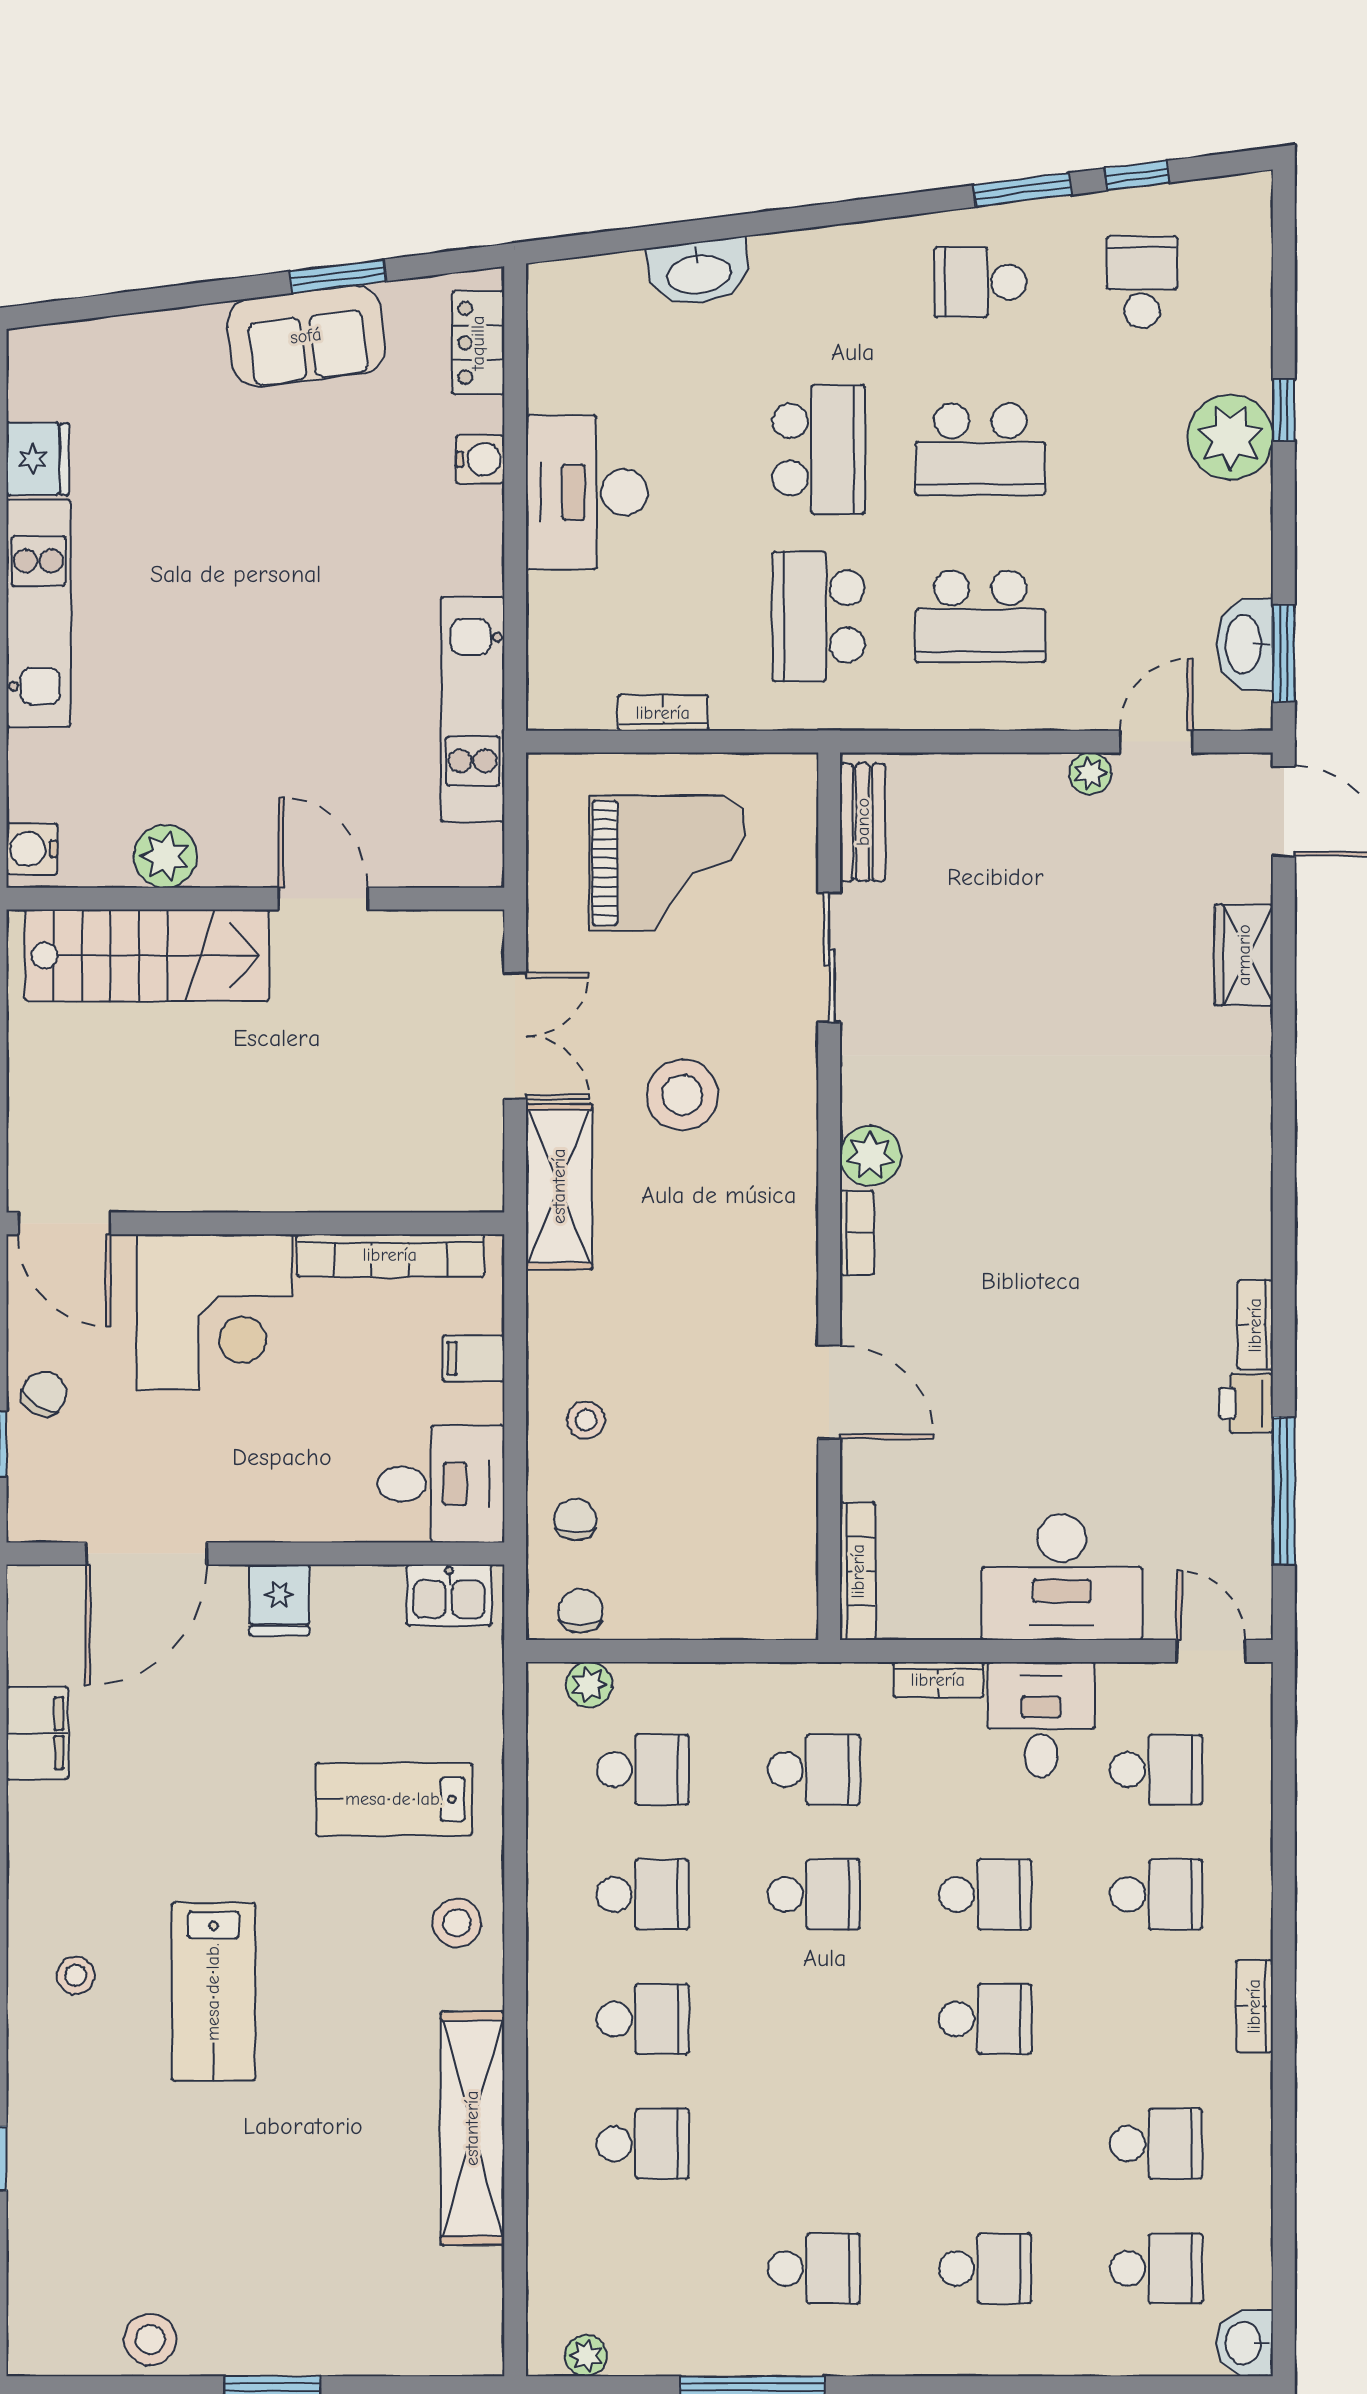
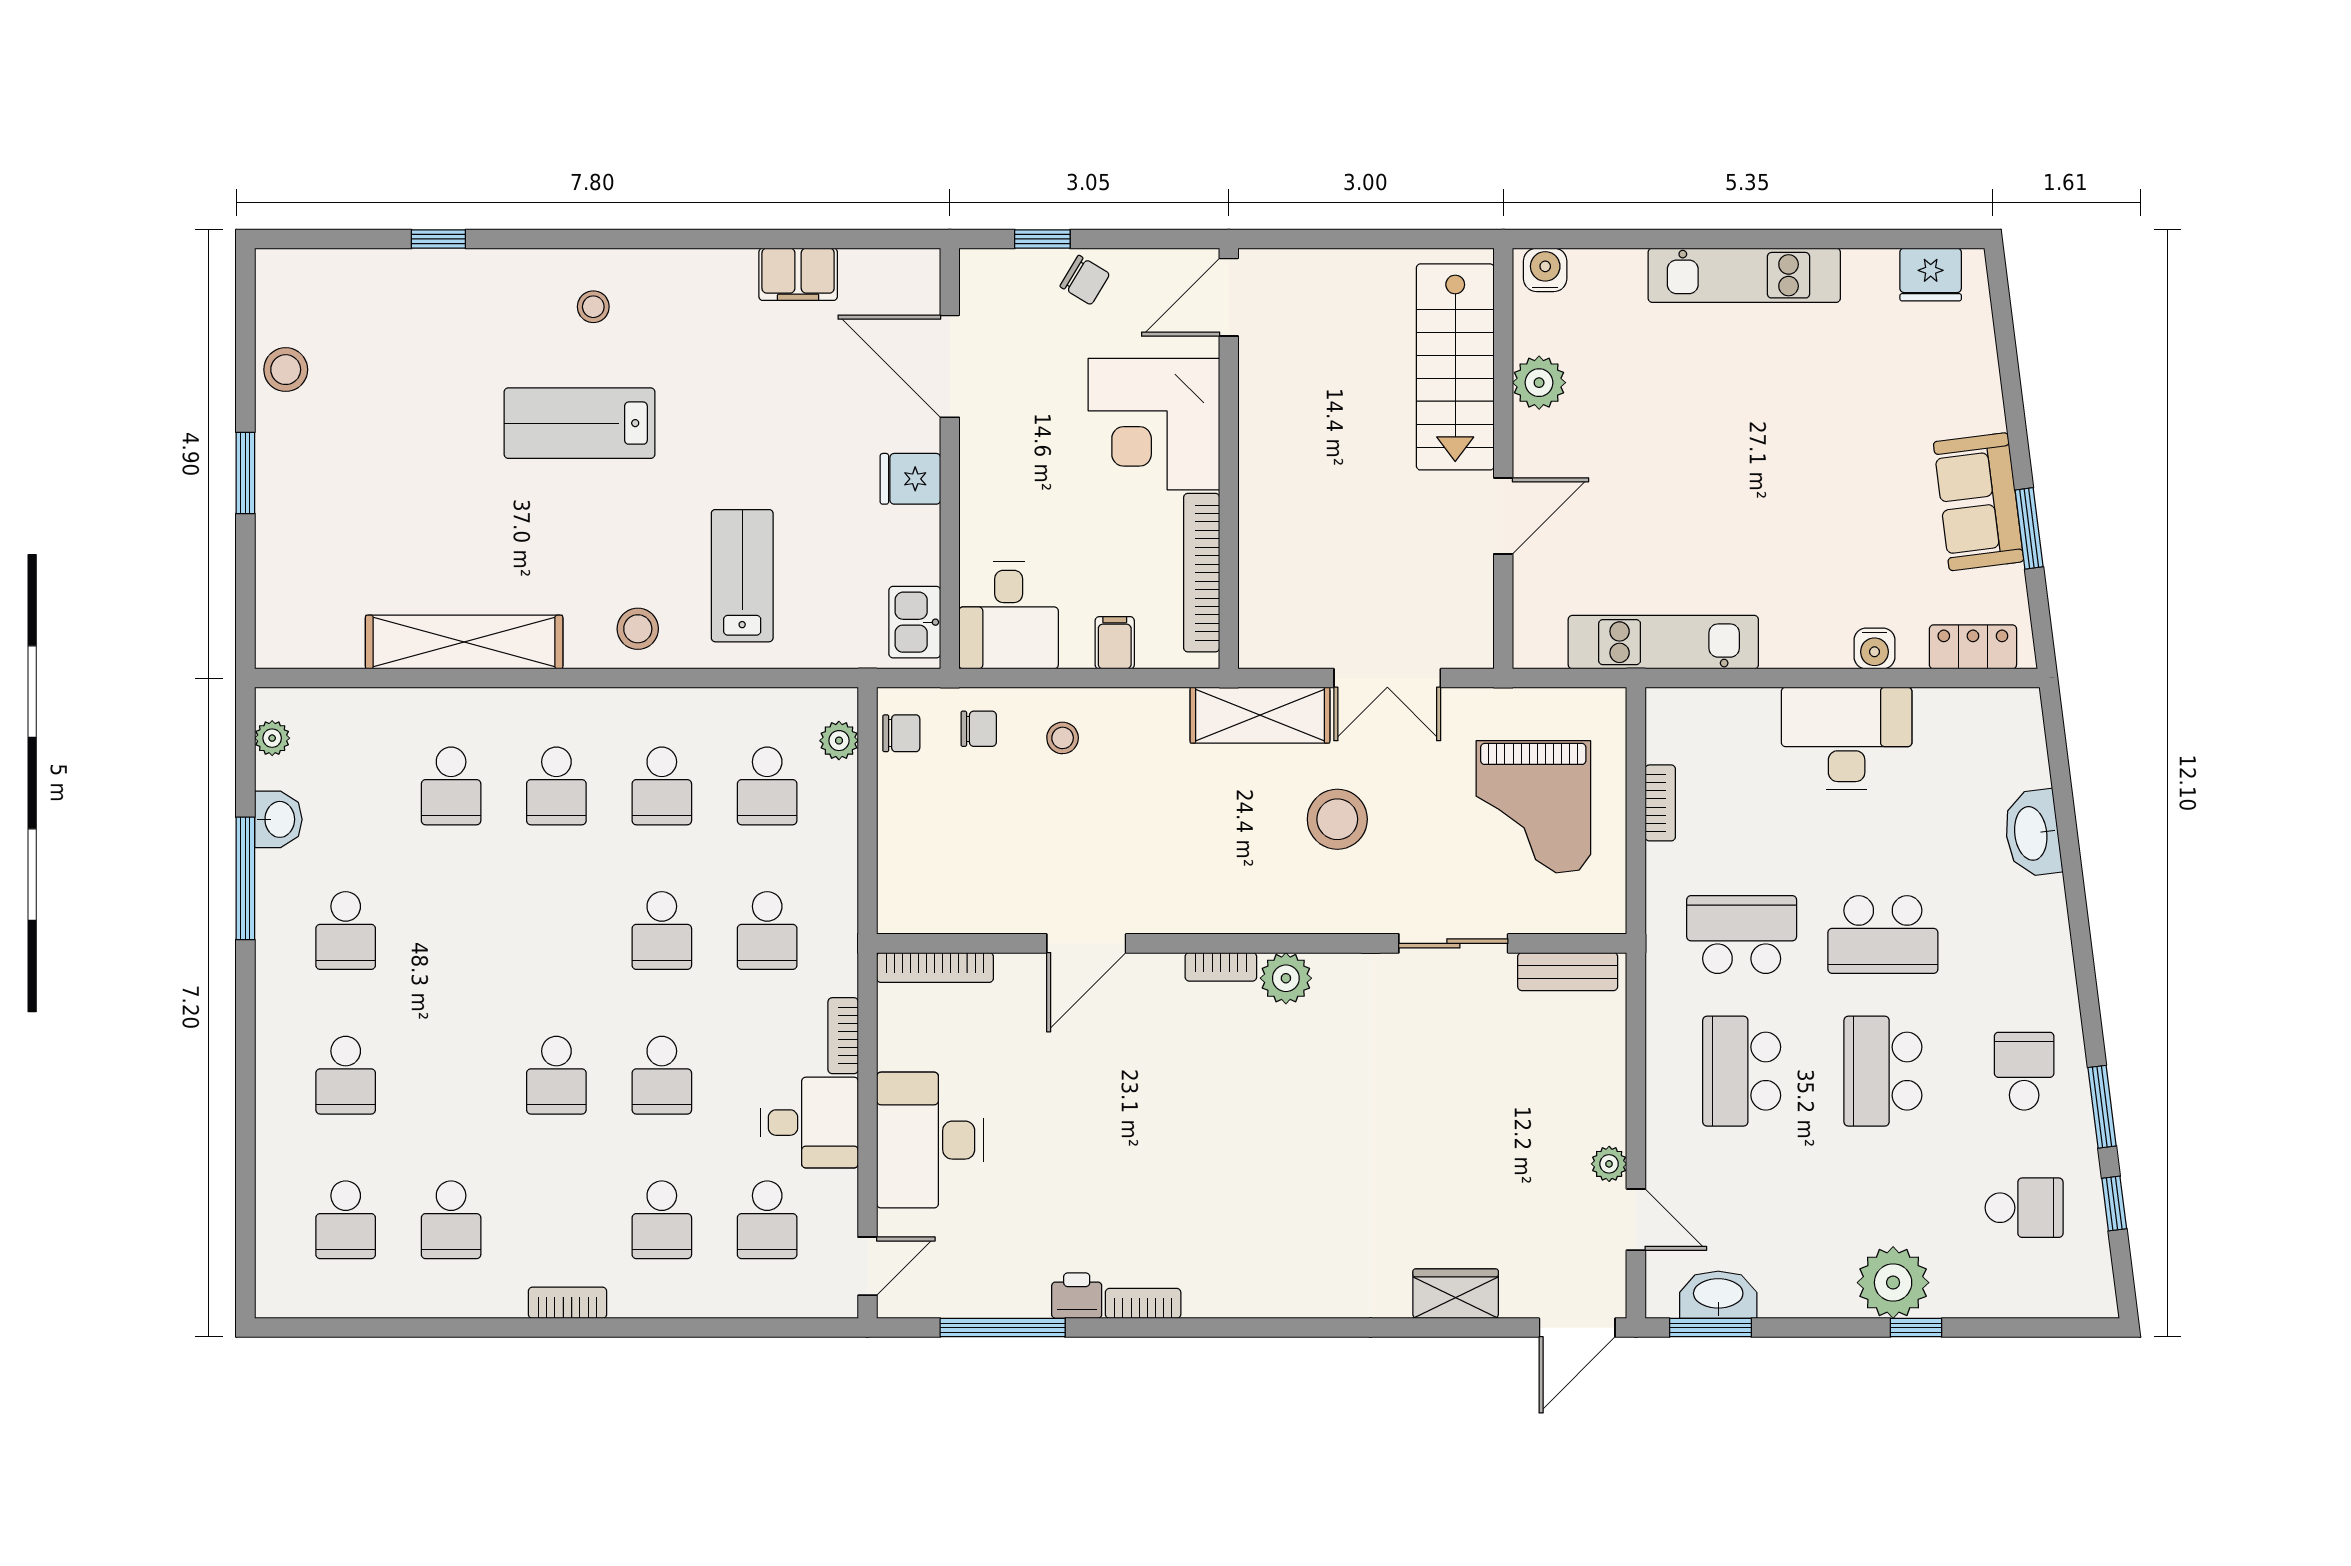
fridge: (38, 459) -> (1931, 275), moved
washbasin: (1245, 2343) -> (278, 819), moved, turned 90

